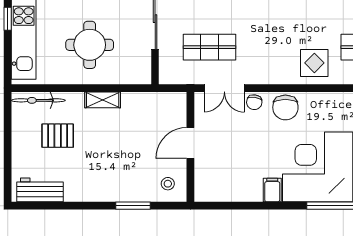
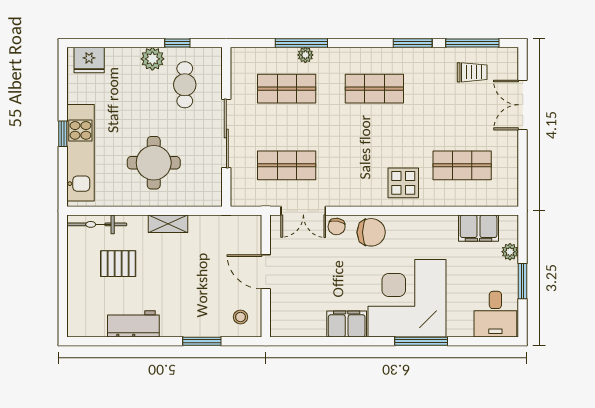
chair: (285, 107) -> (371, 232), turned -90
door: (190, 143) -> (266, 272), hinge flipped
workbench: (40, 190) -> (133, 324), moved
filing cabinet: (272, 190) -> (347, 324), width x2.00

